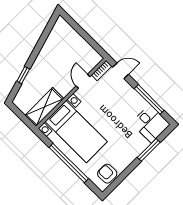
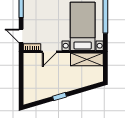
window: (23, 75) -> (60, 97), moved

